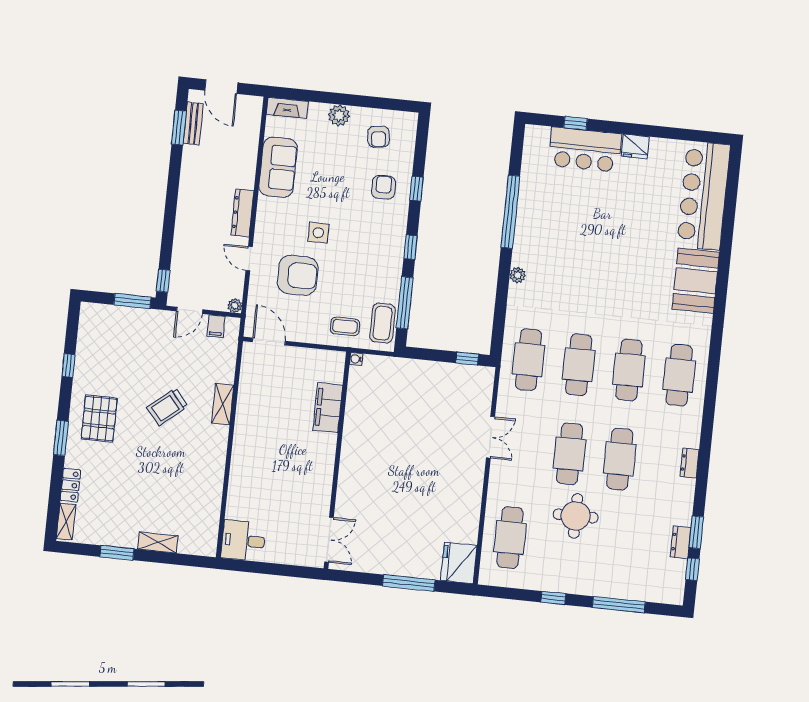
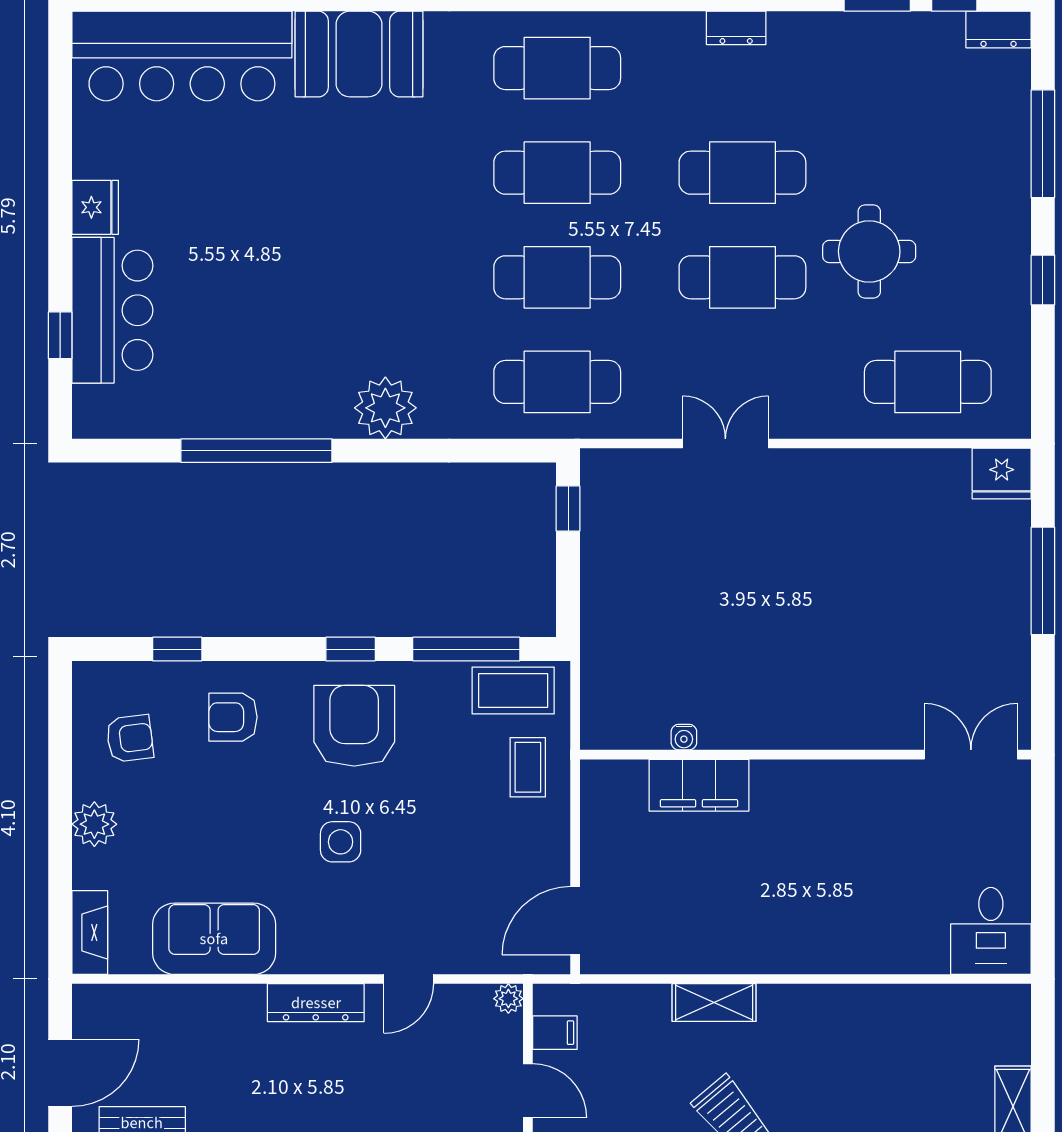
window: (416, 189) -> (177, 649), moved
armchair: (298, 275) -> (354, 726), moved
plant: (518, 275) -> (385, 408), width x1.87, depth x1.87
water cooler: (356, 359) -> (684, 737), moved
dresser: (681, 542) -> (998, 30), moved
fridge: (459, 563) -> (1002, 474), width x0.73, depth x0.75

